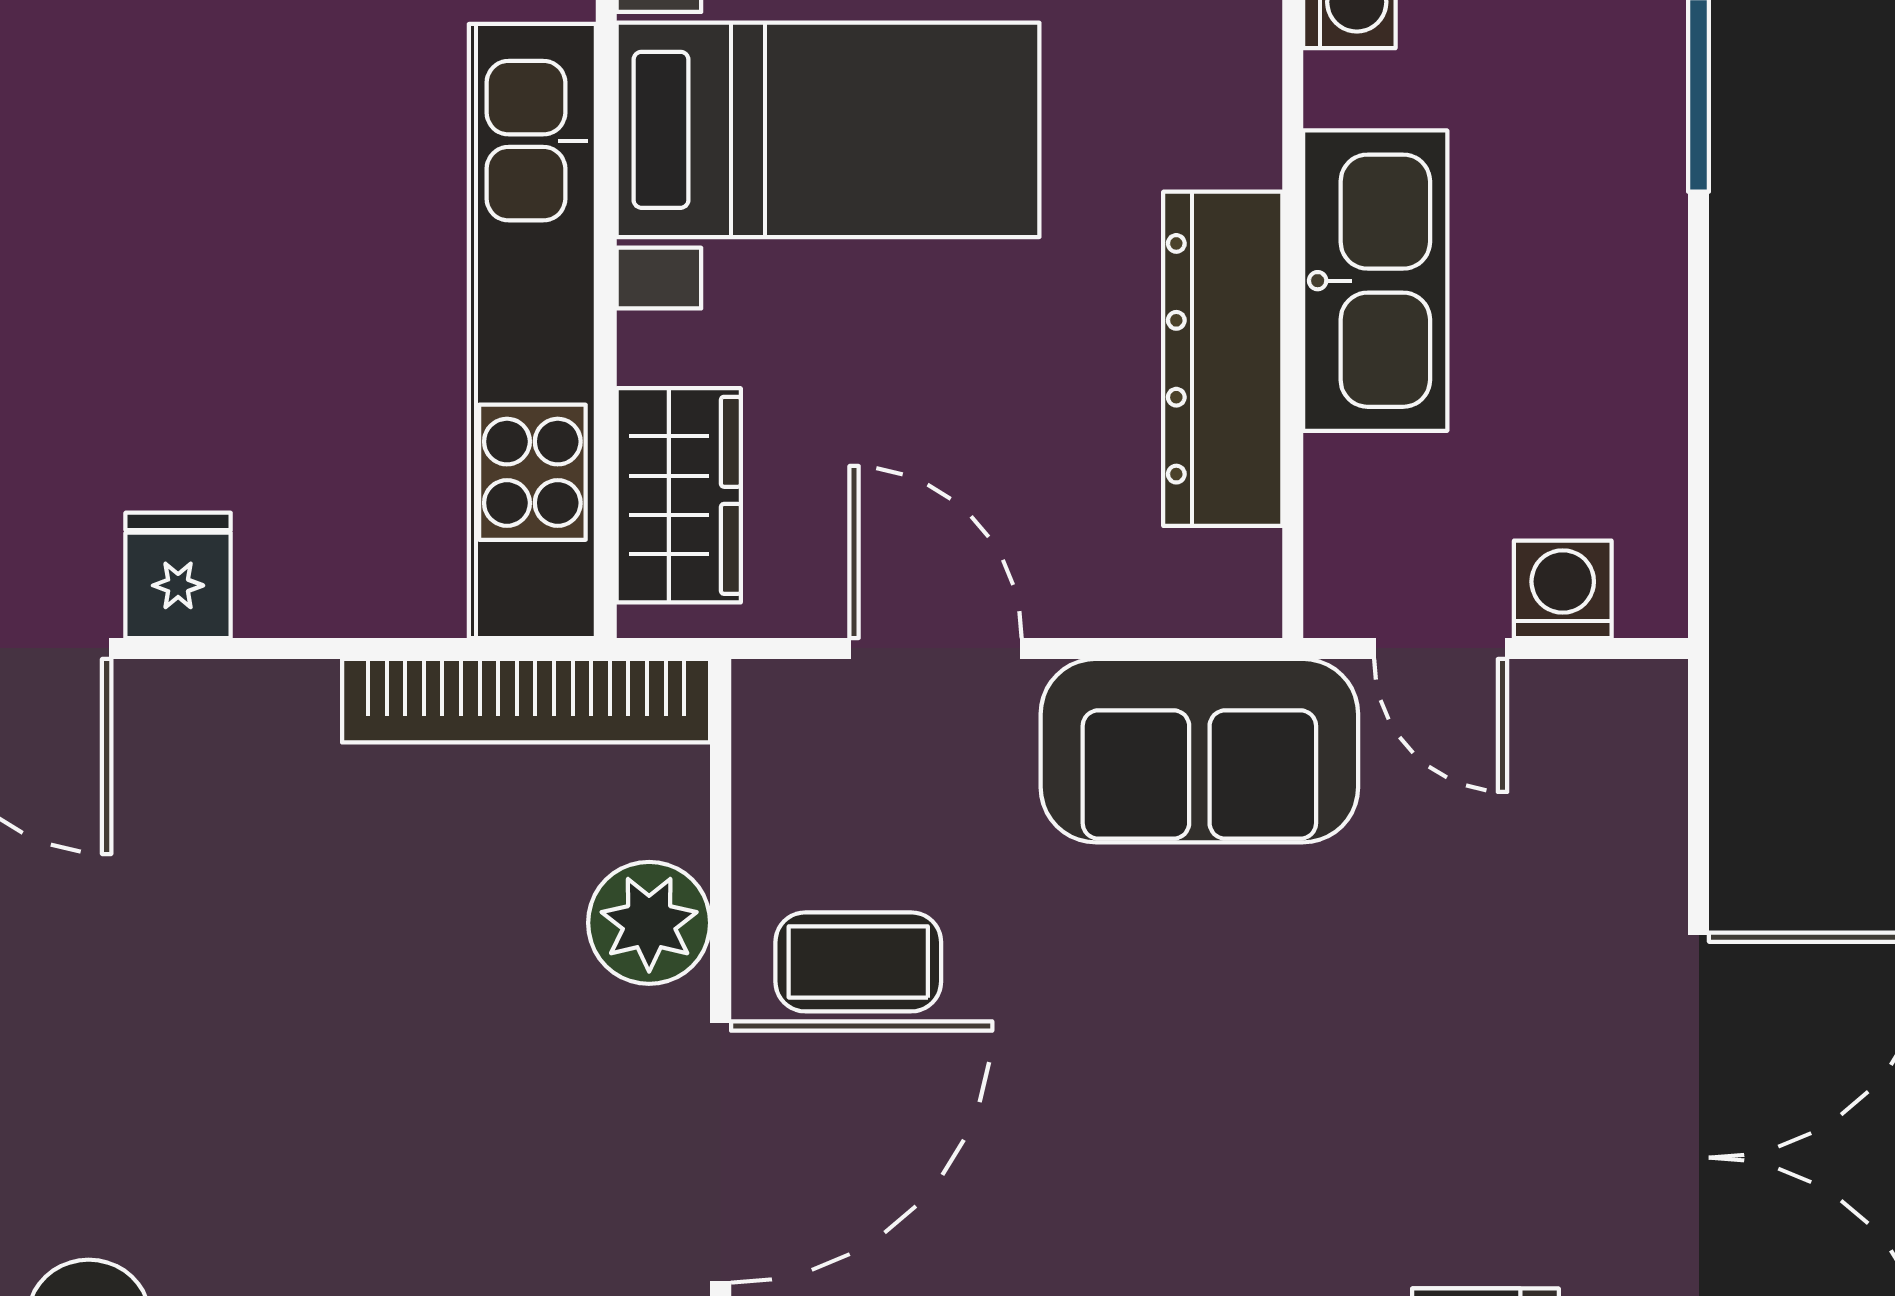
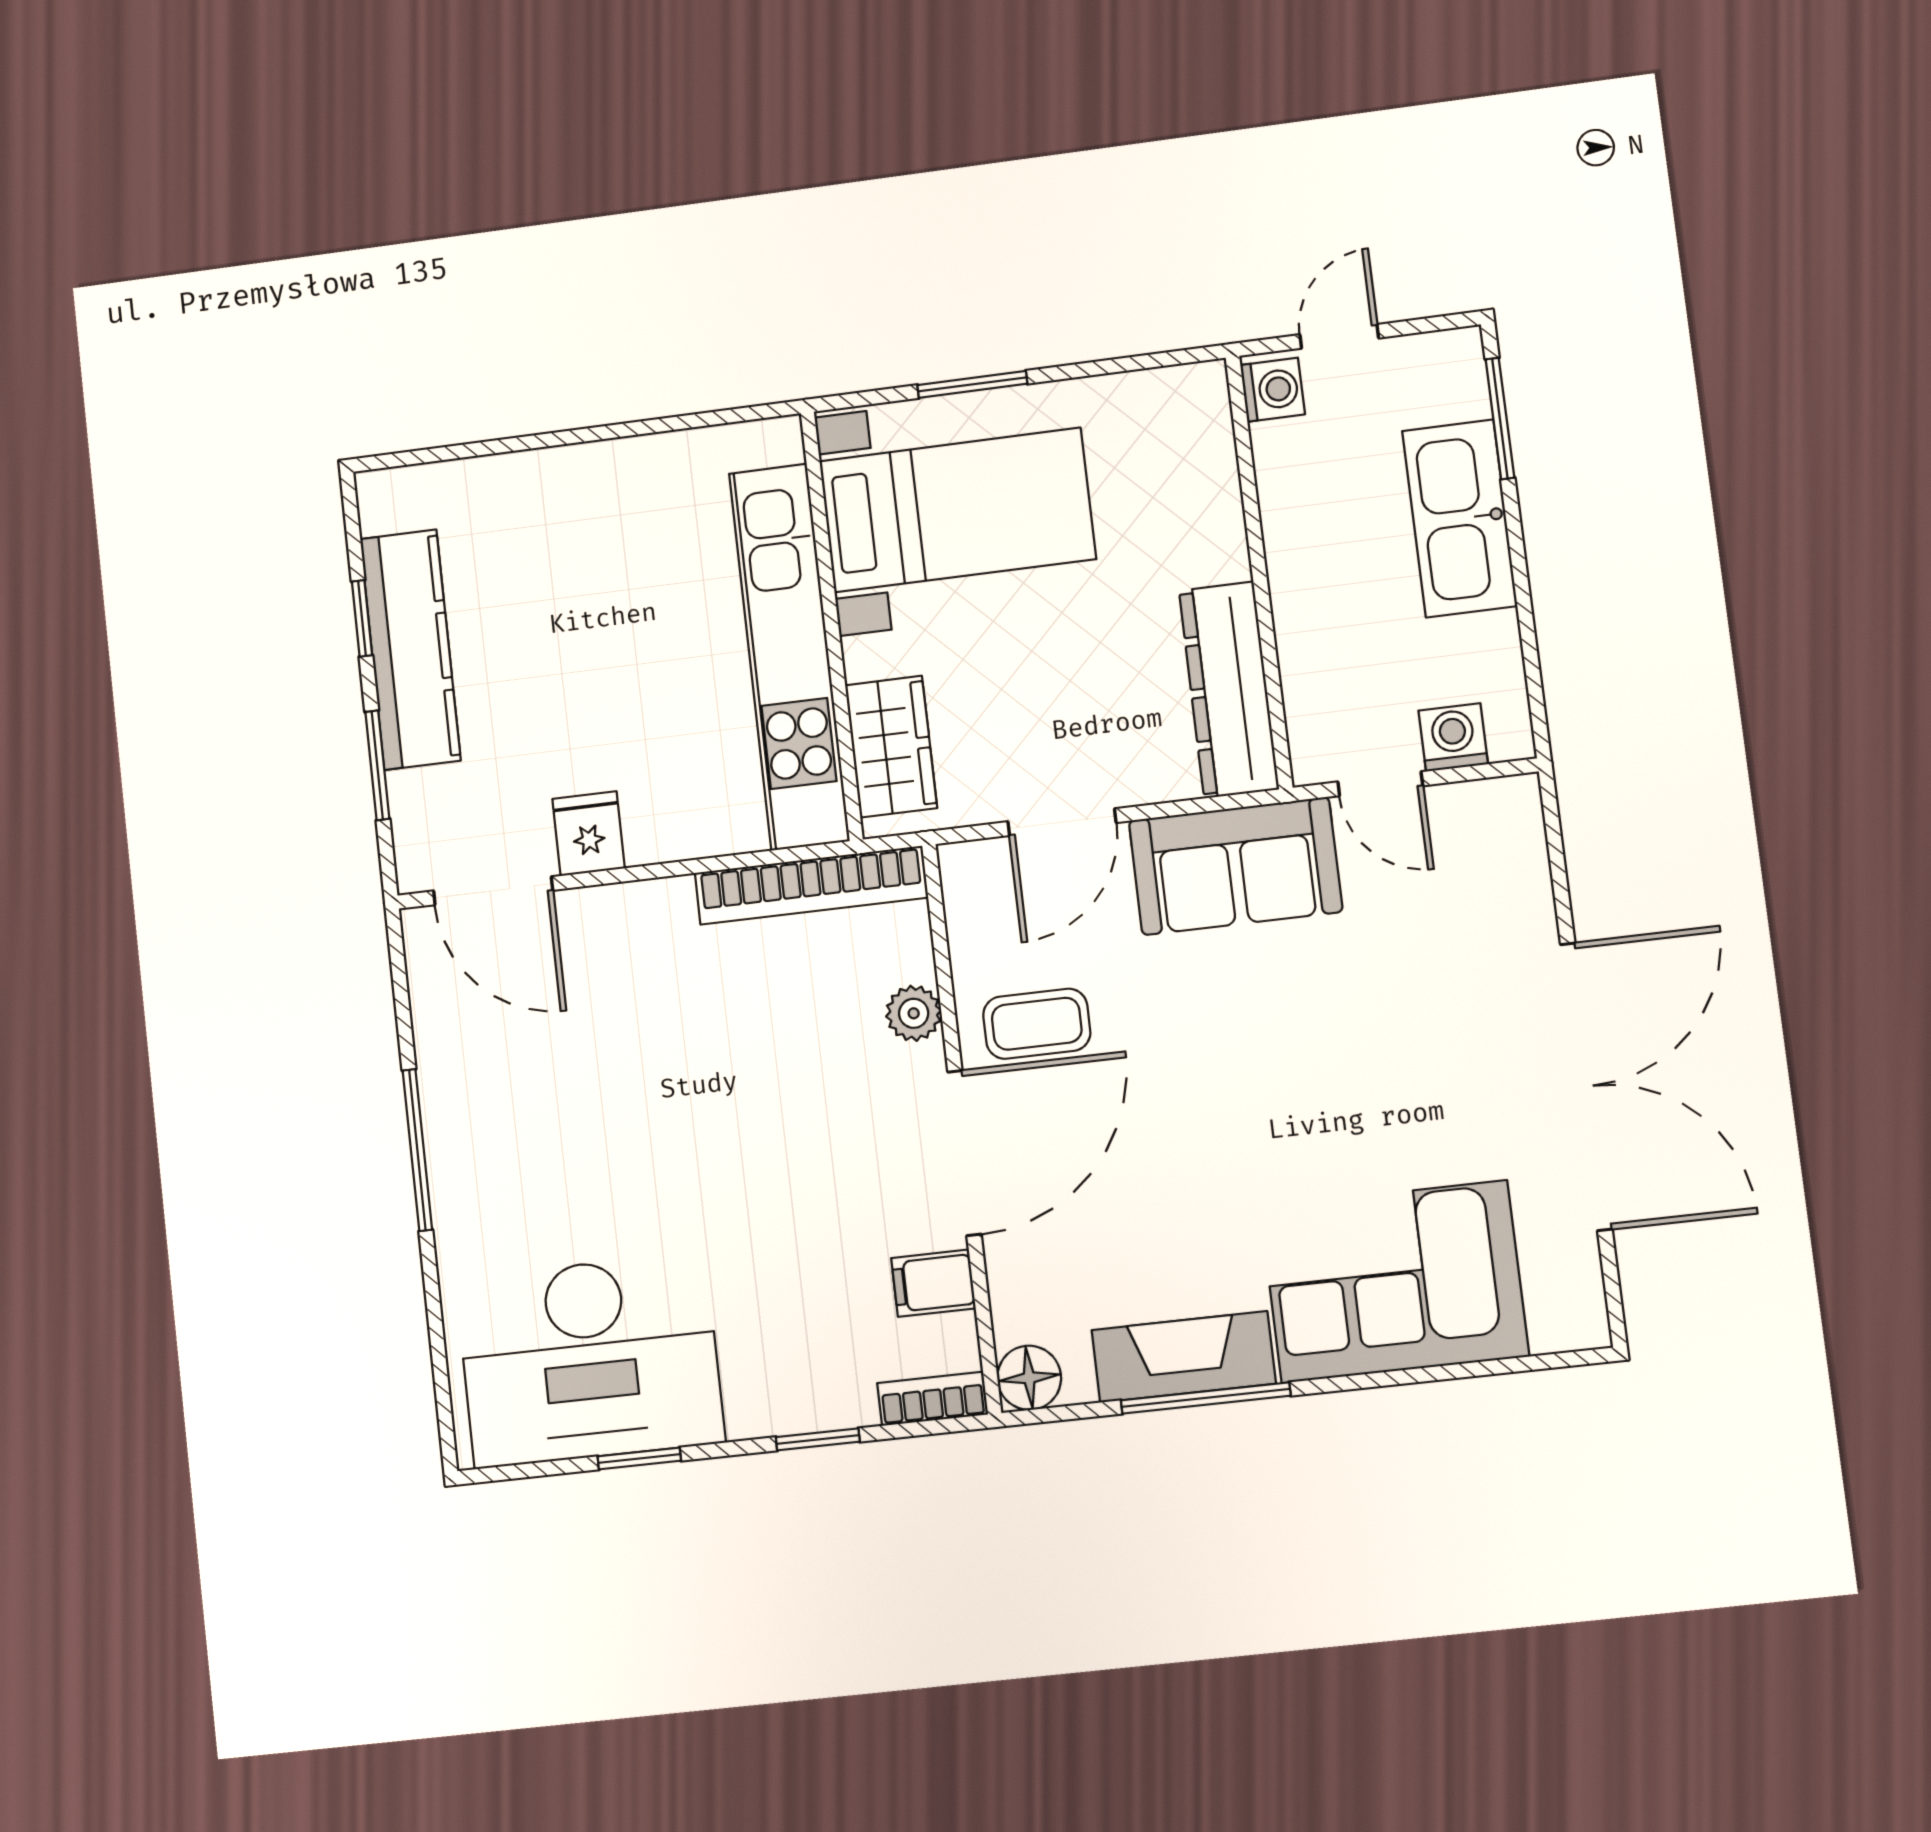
kitchen sink: (1375, 281) -> (1460, 518), moved, turned 180
dresser: (1223, 359) -> (1229, 690), moved
door: (935, 648) -> (1062, 822), swing flipped
plant: (649, 923) -> (914, 1013), width x0.73, depth x0.73

